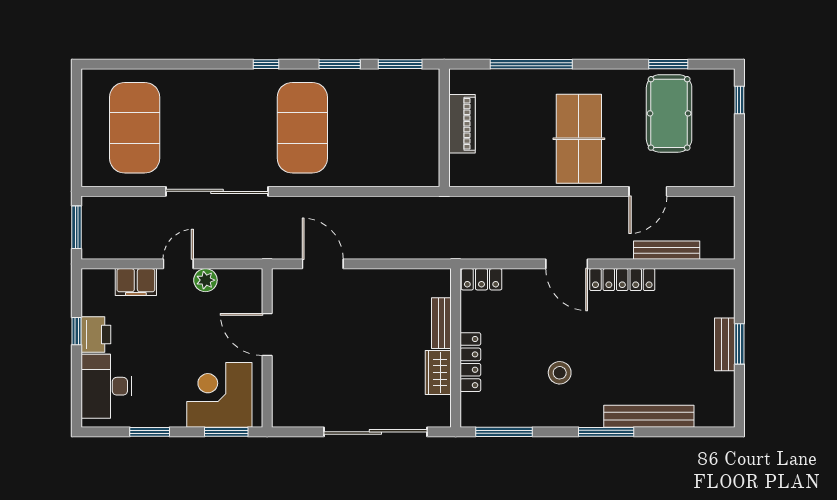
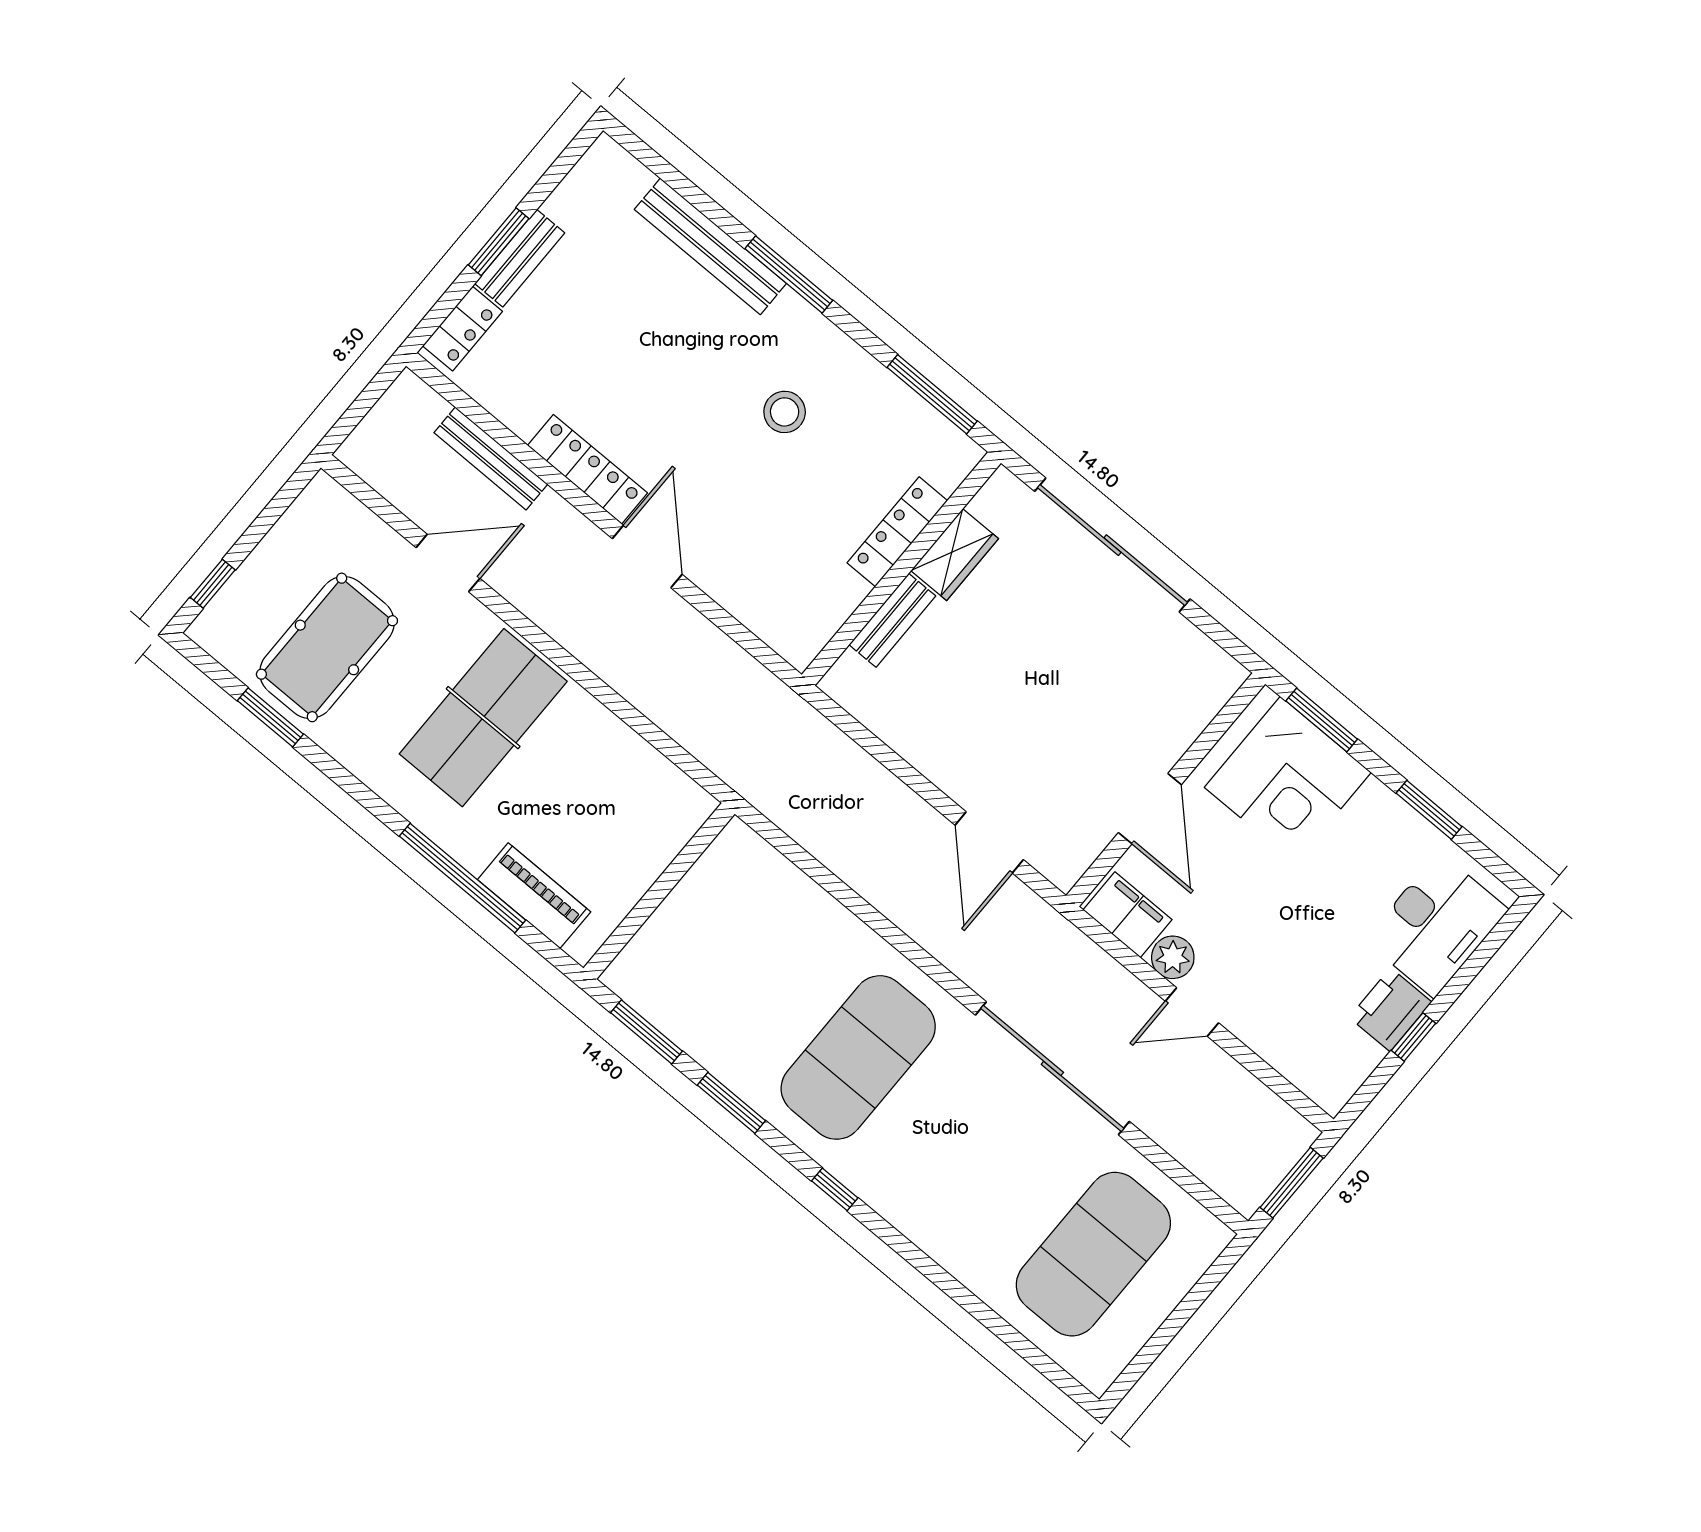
piano: (462, 124) -> (534, 896), moved, turned 90
locker: (481, 279) -> (462, 329), moved, turned 90
filing cabinet: (136, 282) -> (1128, 915), moved

